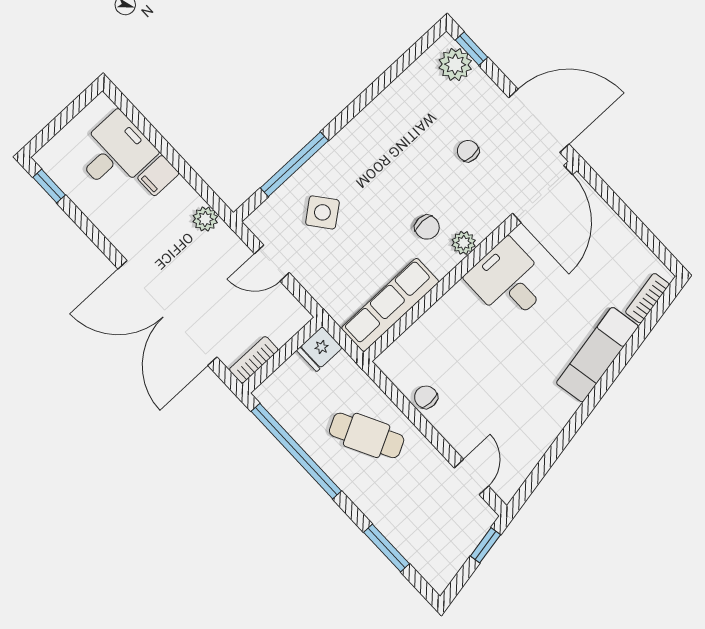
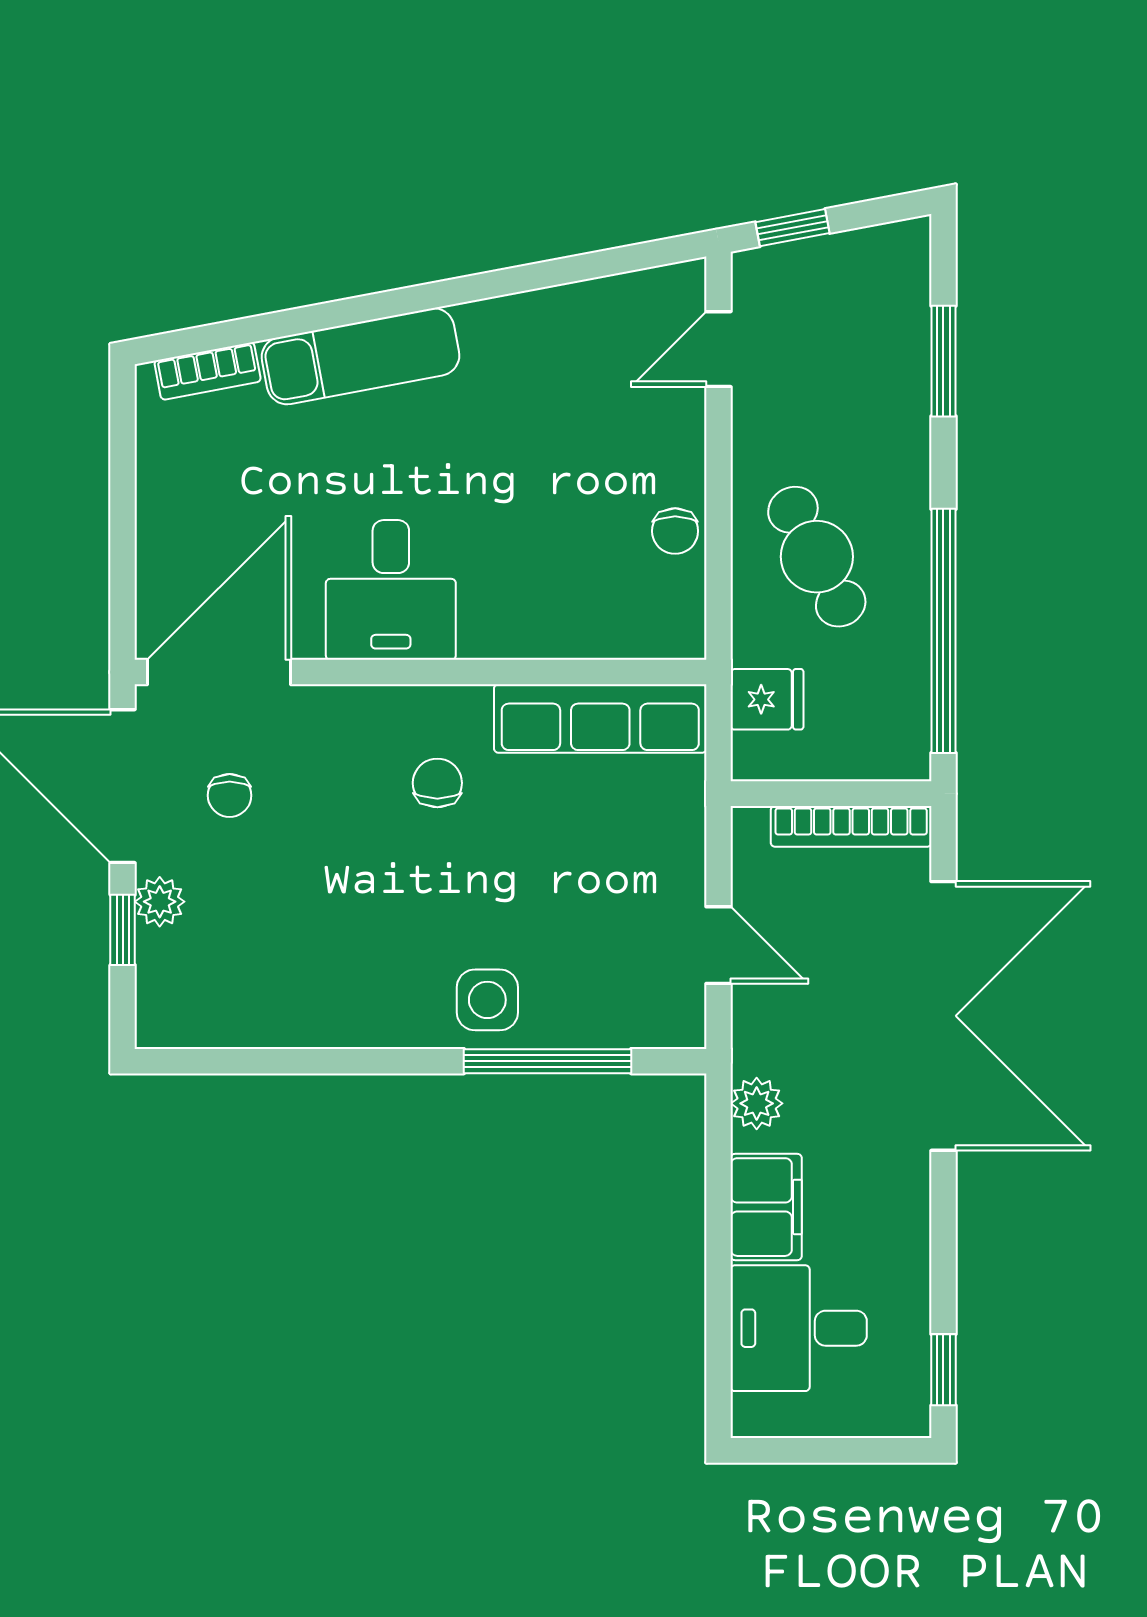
window: (472, 49) -> (123, 930), moved
plant: (455, 64) -> (160, 902), moved, width x0.73, depth x0.73
chair: (468, 151) -> (230, 795), moved
filing cabinet: (158, 176) -> (766, 1207), width x2.00
side table: (322, 212) -> (487, 1000), moved, turned 38
plant: (464, 243) -> (404, 709), removed
fridge: (319, 349) -> (767, 699), moved
bookcase: (254, 360) -> (851, 826), width x1.56

